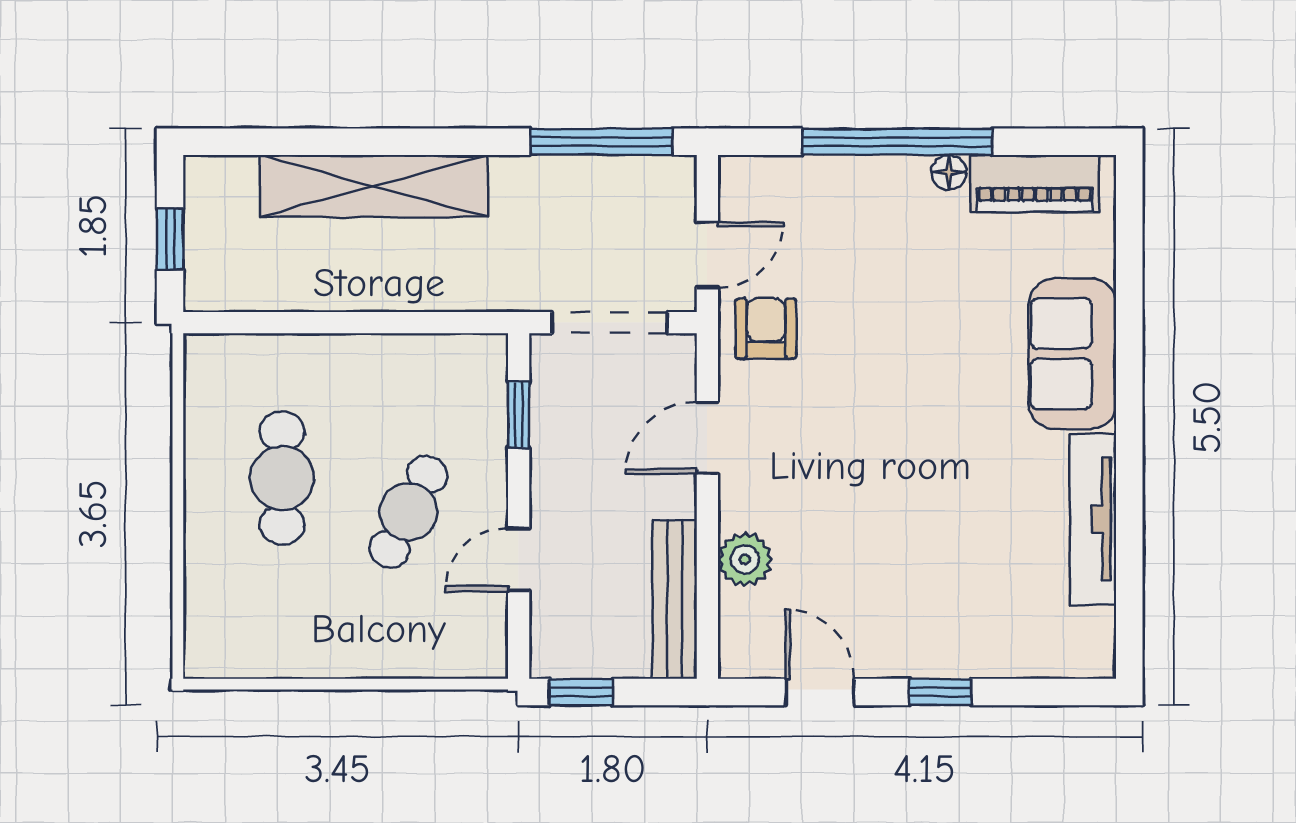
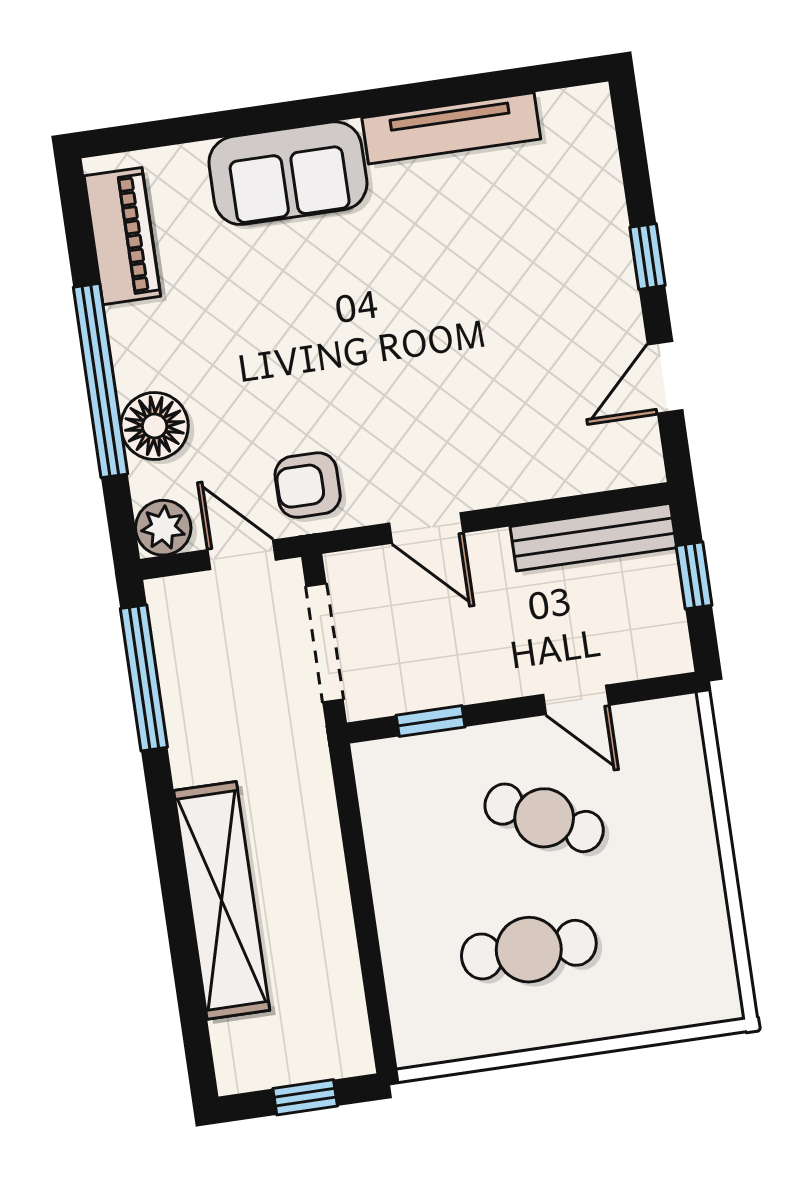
floor lamp: (949, 172) -> (155, 426), moved, width x1.89, depth x1.89
plant: (745, 559) -> (163, 528), moved
window: (581, 692) -> (694, 575), moved

